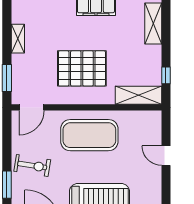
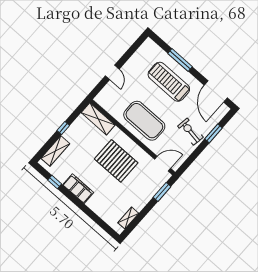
shelving: (18, 39) -> (128, 218), moved
window: (166, 75) -> (63, 128), moved

